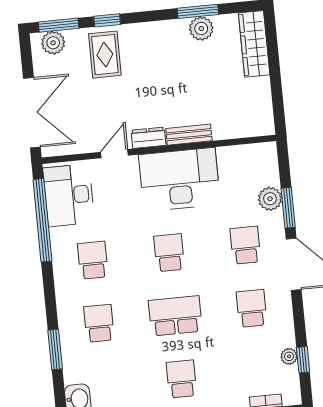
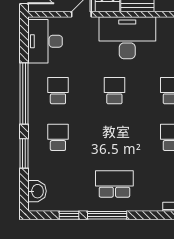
window: (42, 220) -> (24, 93), moved
school desk: (175, 316) -> (114, 137), removed
school desk: (181, 379) -> (114, 184), width x1.85

